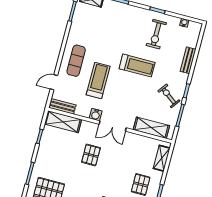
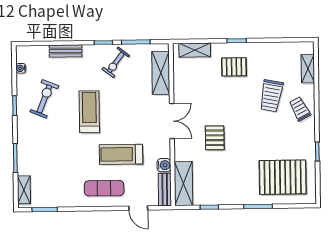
exercise bike: (156, 34) -> (44, 99), turned -68
water cooler: (96, 115) -> (164, 165), moved
pallet: (91, 155) -> (215, 138), turned 90

